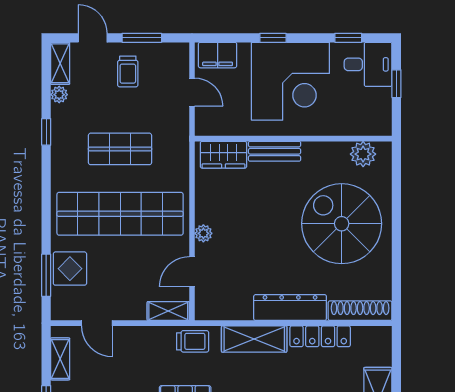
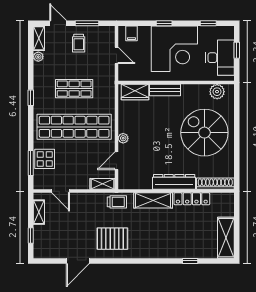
filing cabinet: (218, 55) -> (131, 33), width x0.50
desk: (368, 64) -> (220, 58), moved, width x1.37
window: (46, 132) -> (31, 98), moved

